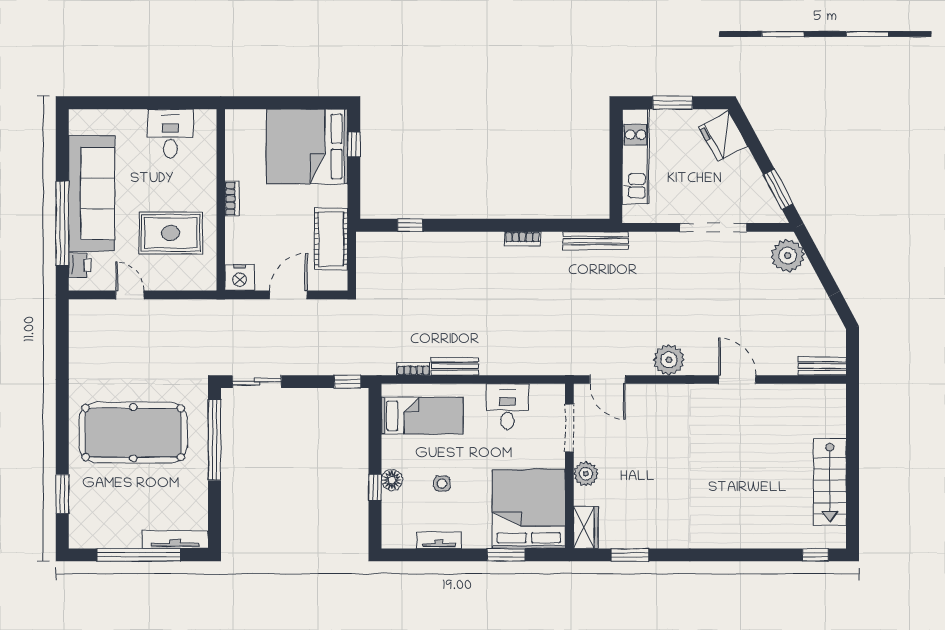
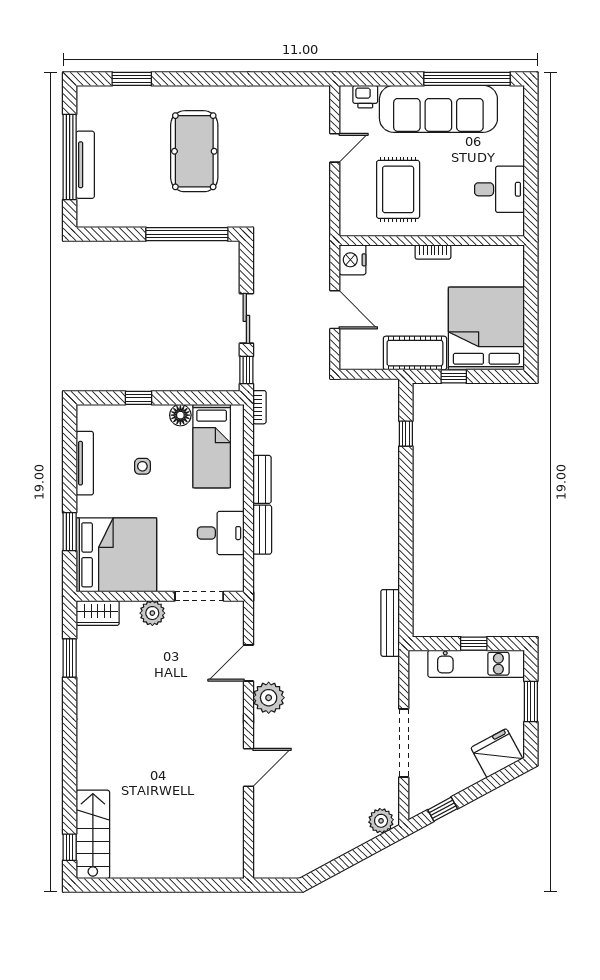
window: (354, 144) -> (454, 376), moved
window: (616, 159) -> (474, 644), added
window: (778, 189) -> (443, 809), width x0.67
window: (62, 223) -> (467, 79), moved
cot: (331, 239) -> (415, 353), moved
bookcase: (522, 239) -> (392, 548), removed
plant: (788, 256) -> (381, 821), width x0.73, depth x0.73
bench: (822, 366) -> (262, 530), moved
bookcase: (413, 369) -> (260, 407), moved
door: (608, 379) -> (249, 663), moved
sliding door: (257, 382) -> (246, 318), moved
pool table: (133, 433) -> (194, 151), width x0.73, depth x0.76
floor lamp: (392, 480) -> (180, 415), moved
stairs: (830, 482) -> (93, 834), moved, turned 90
tv unit: (175, 540) -> (85, 165), moved
tv unit: (439, 540) -> (85, 463), width x1.41

